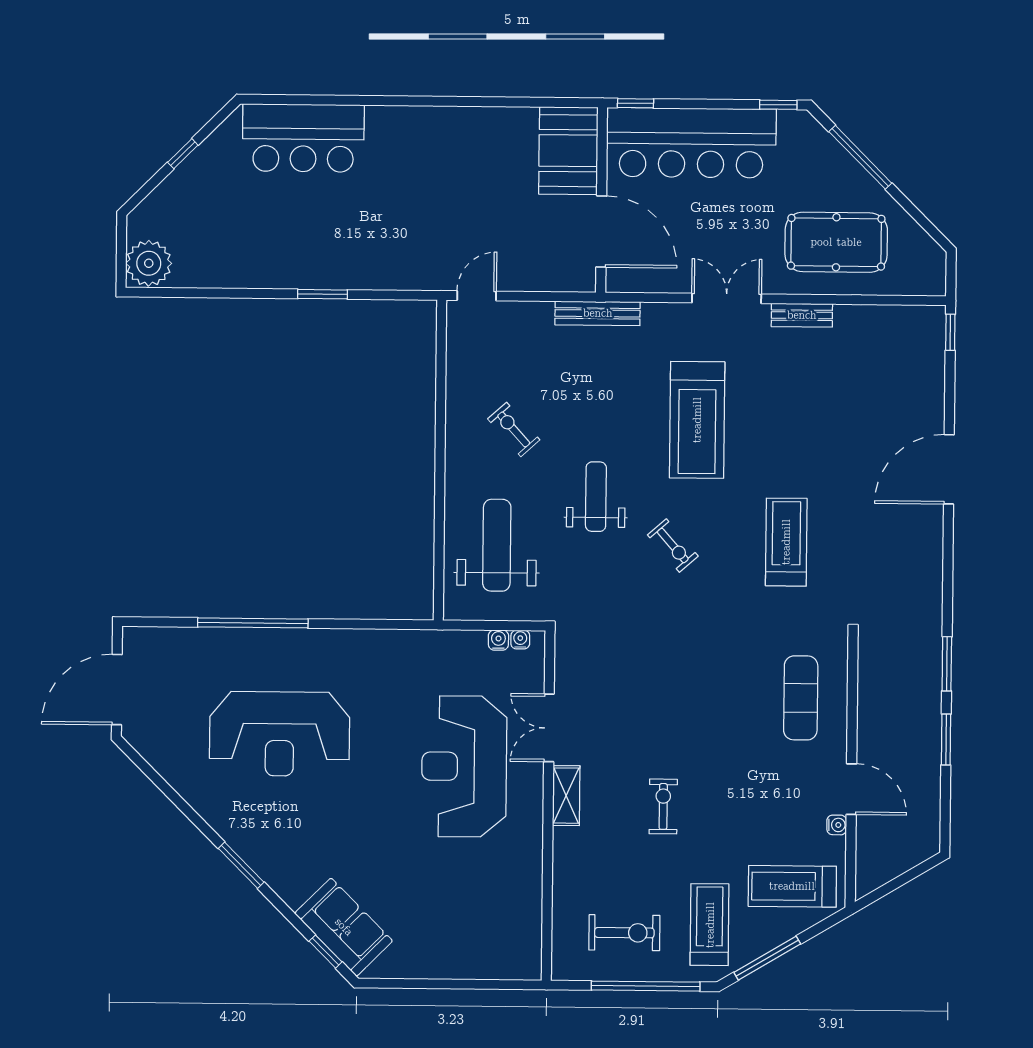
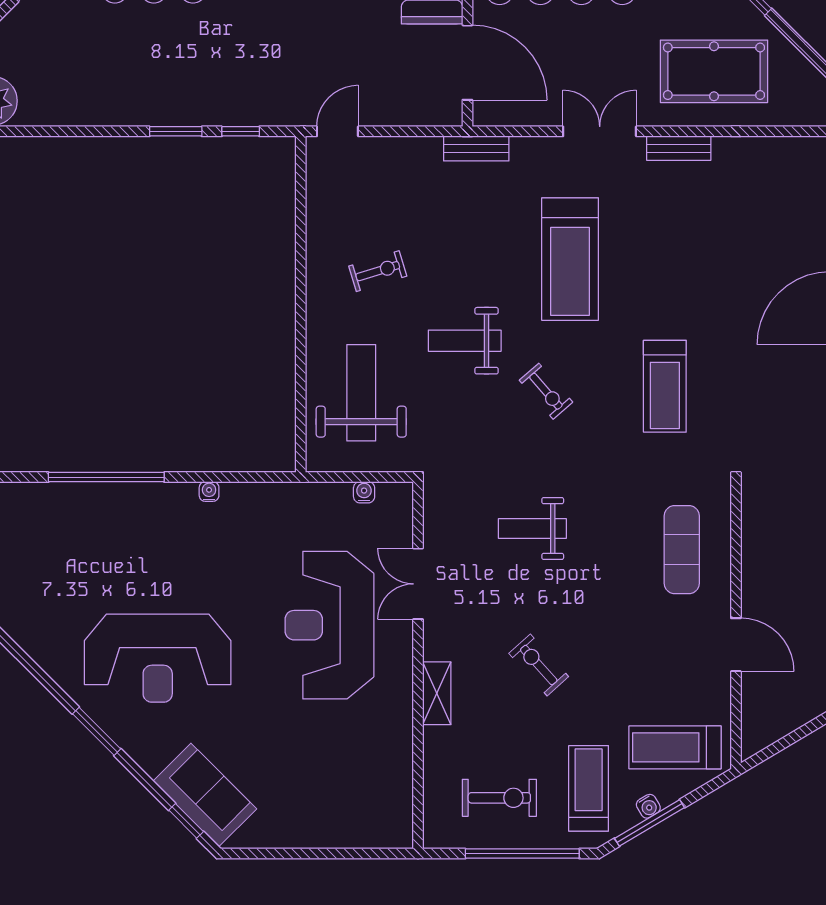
window: (384, 295) -> (241, 131), added
bench: (598, 313) -> (476, 148), width x0.73
exercise bike: (514, 429) -> (378, 271), turned 115
weight bench: (596, 497) -> (465, 341), turned -90
treadmill: (786, 542) -> (665, 386), turned 180
water cooler: (520, 640) -> (209, 491), moved
weight bench: (659, 676) -> (532, 529), added
reception desk: (280, 734) -> (158, 658), moved
shelving: (566, 796) -> (437, 693), moved
exercise bike: (663, 806) -> (539, 665), turned -42
water cooler: (837, 825) -> (648, 806), moved, turned 59

